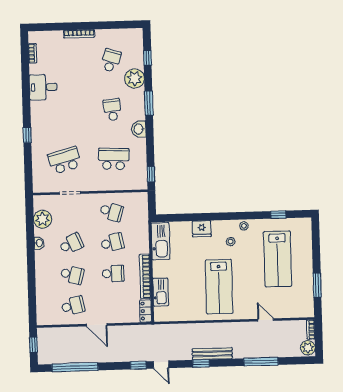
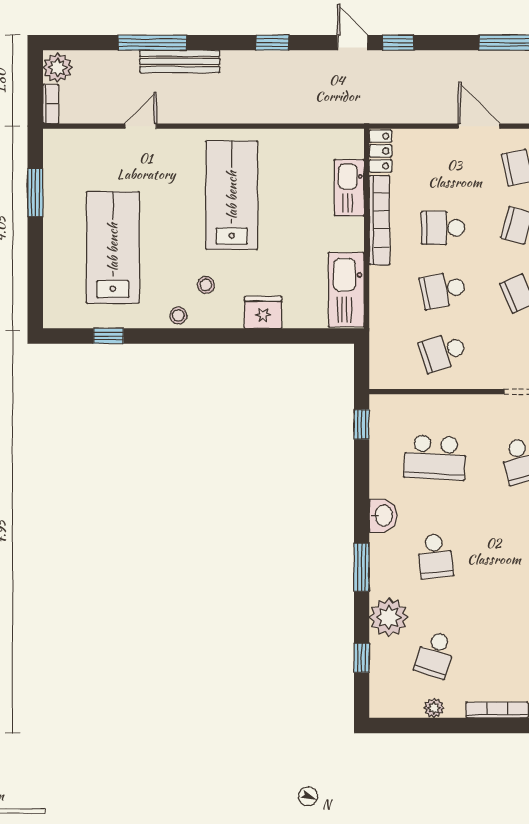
plant: (111, 34) -> (434, 708), added
school desk: (111, 212) -> (443, 352), turned -36
door: (266, 320) -> (141, 126), swing flipped
bench: (212, 354) -> (180, 61), moved

